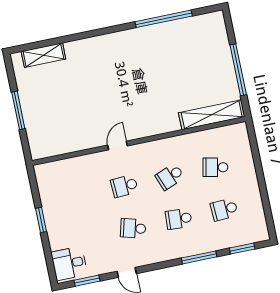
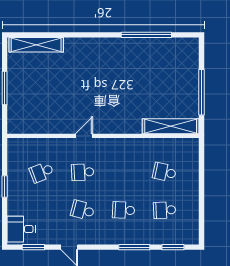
shelving: (43, 55) -> (36, 45), width x1.47
school desk: (170, 177) -> (42, 172), moved

